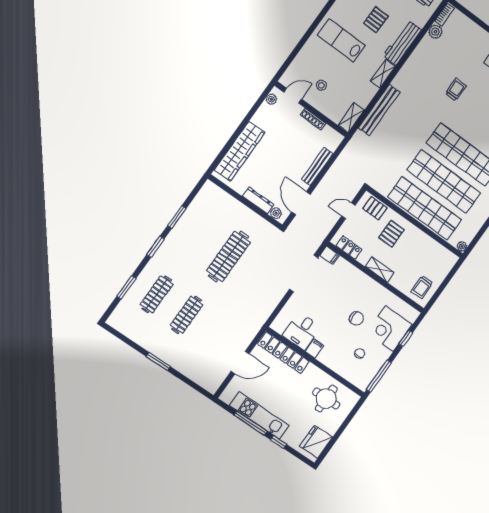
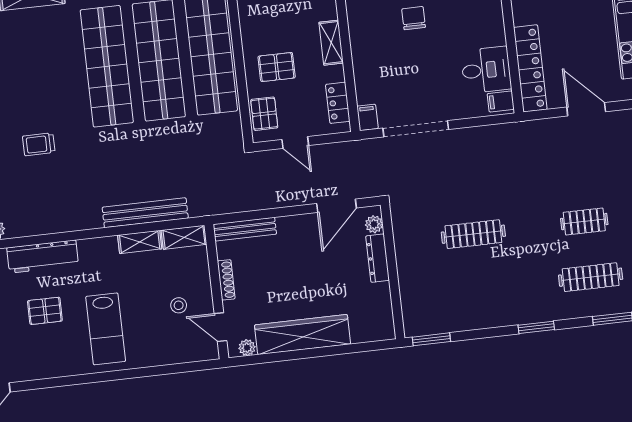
shelving: (383, 74) -> (140, 242), moved
wardrobe: (240, 151) -> (303, 335), moved
bench: (317, 166) -> (245, 229), moved
window: (177, 217) -> (431, 339), moved
clothes rail: (228, 256) -> (473, 234), width x0.73, depth x0.76
clothes rail: (187, 315) -> (584, 222), width x0.73
filing cabinet: (314, 349) -> (501, 101), moved

